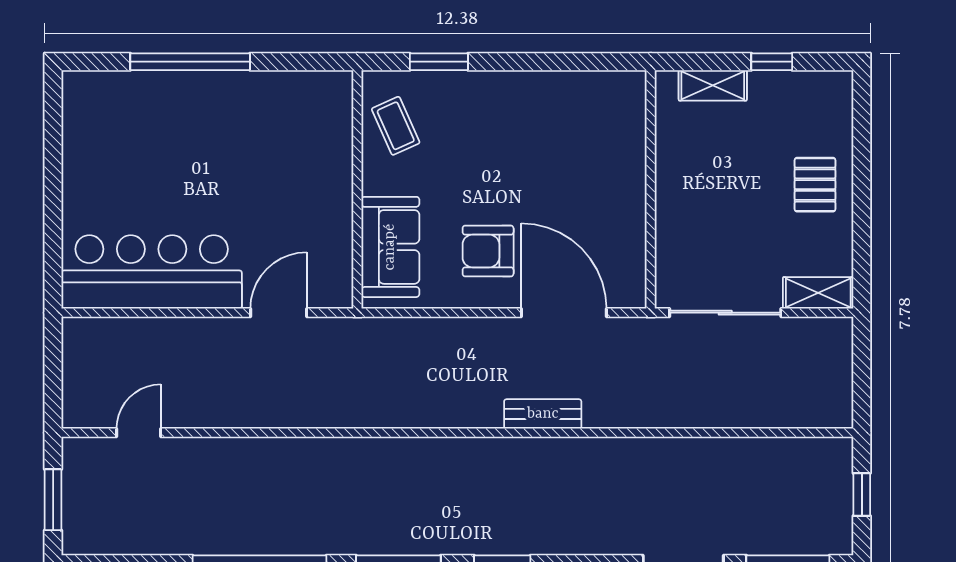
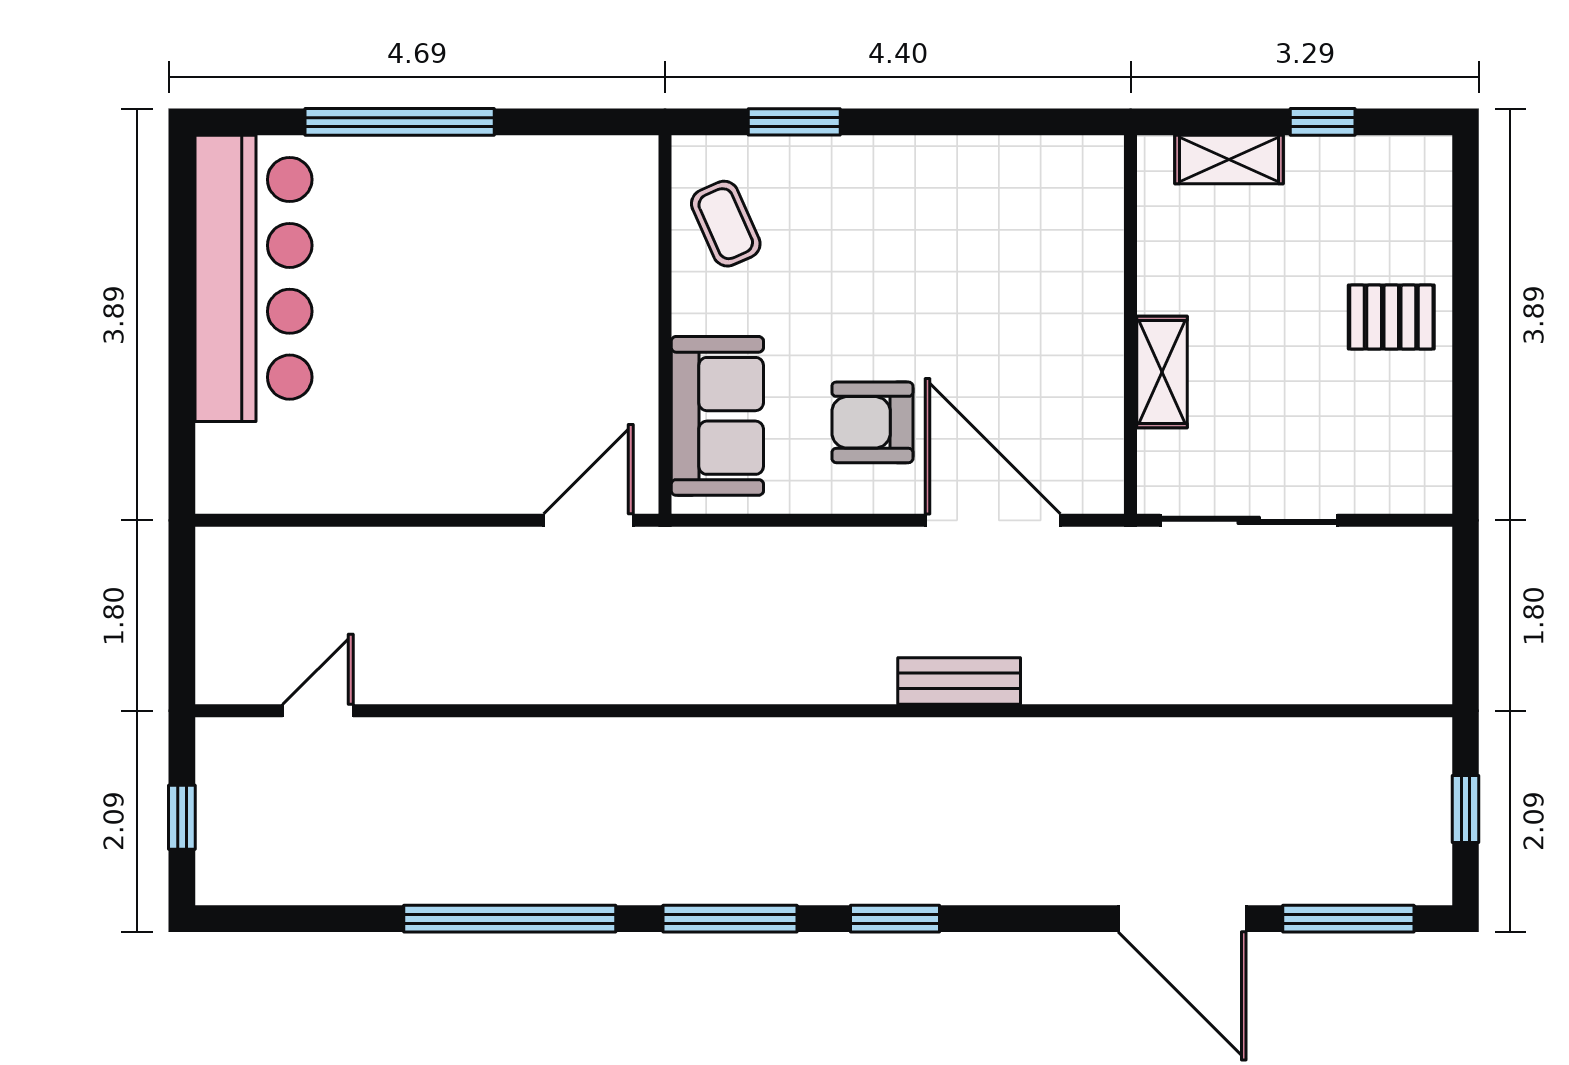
pallet: (815, 185) -> (1391, 317), turned 90
bar counter: (152, 272) -> (254, 278), moved, turned 90
shelving: (818, 293) -> (1162, 372), moved, turned 90
door: (279, 313) -> (588, 520), moved
window: (53, 500) -> (182, 817), width x0.67

